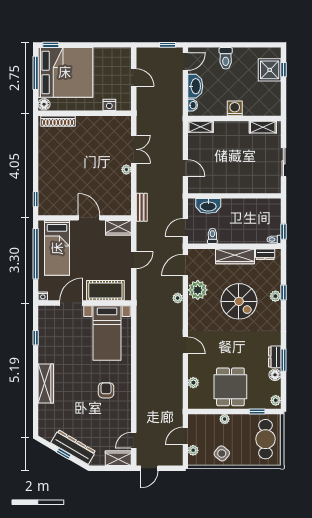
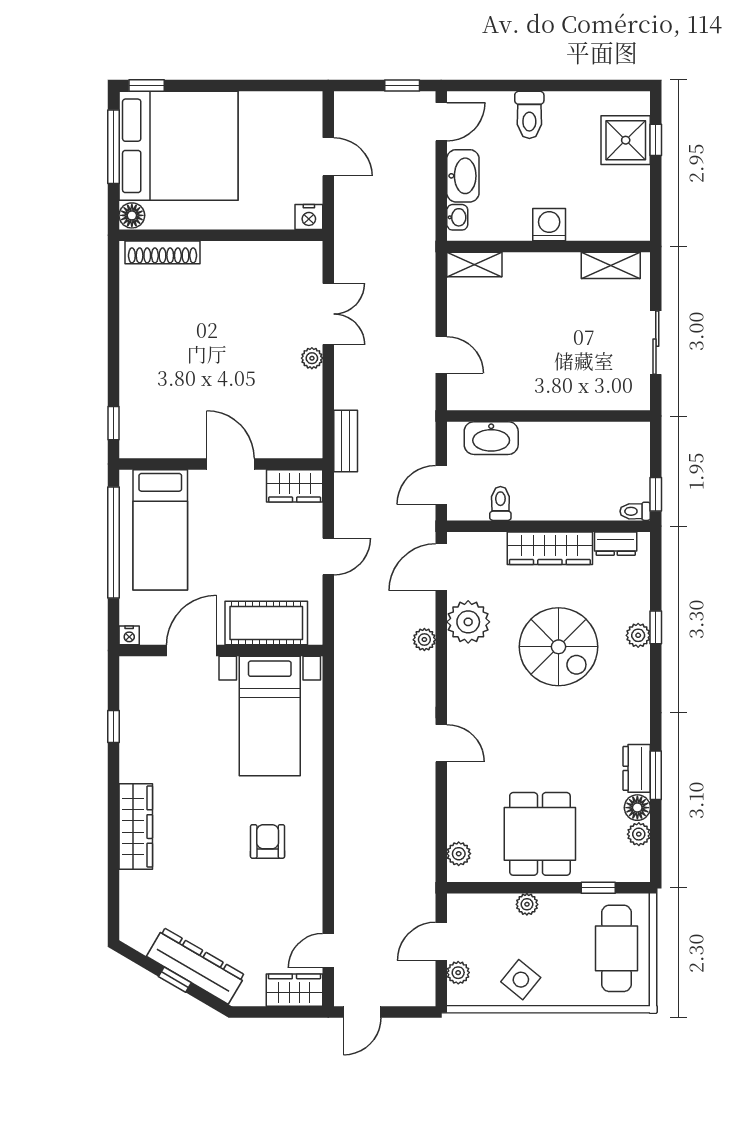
nightstand: (109, 105) -> (309, 217), moved
plant: (193, 383) -> (459, 854), moved
plant: (276, 400) -> (639, 834), moved

